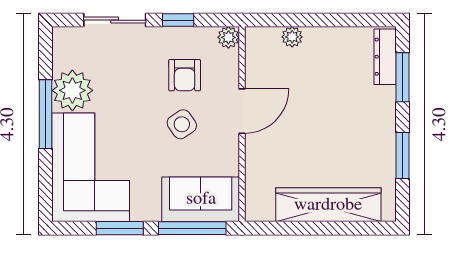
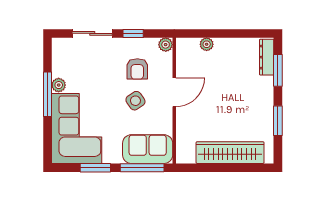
plant: (72, 90) -> (59, 85), width x0.53, depth x0.53

